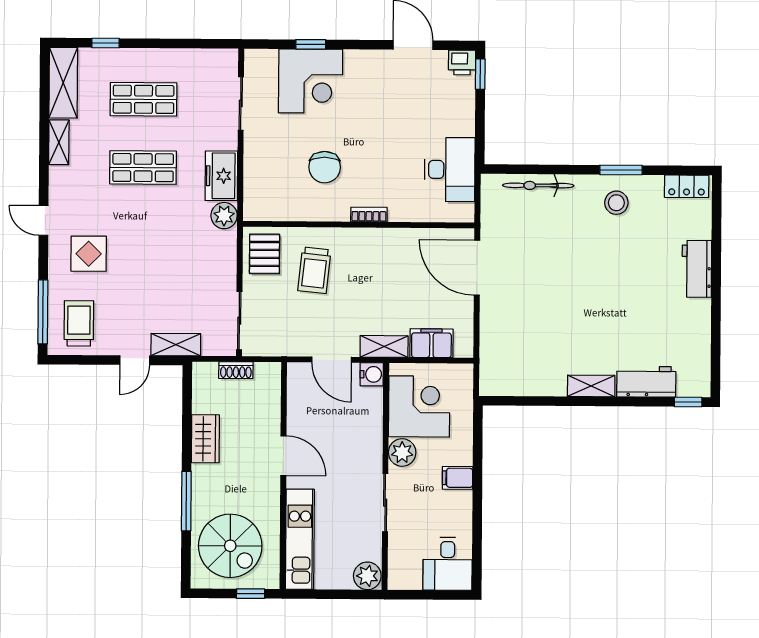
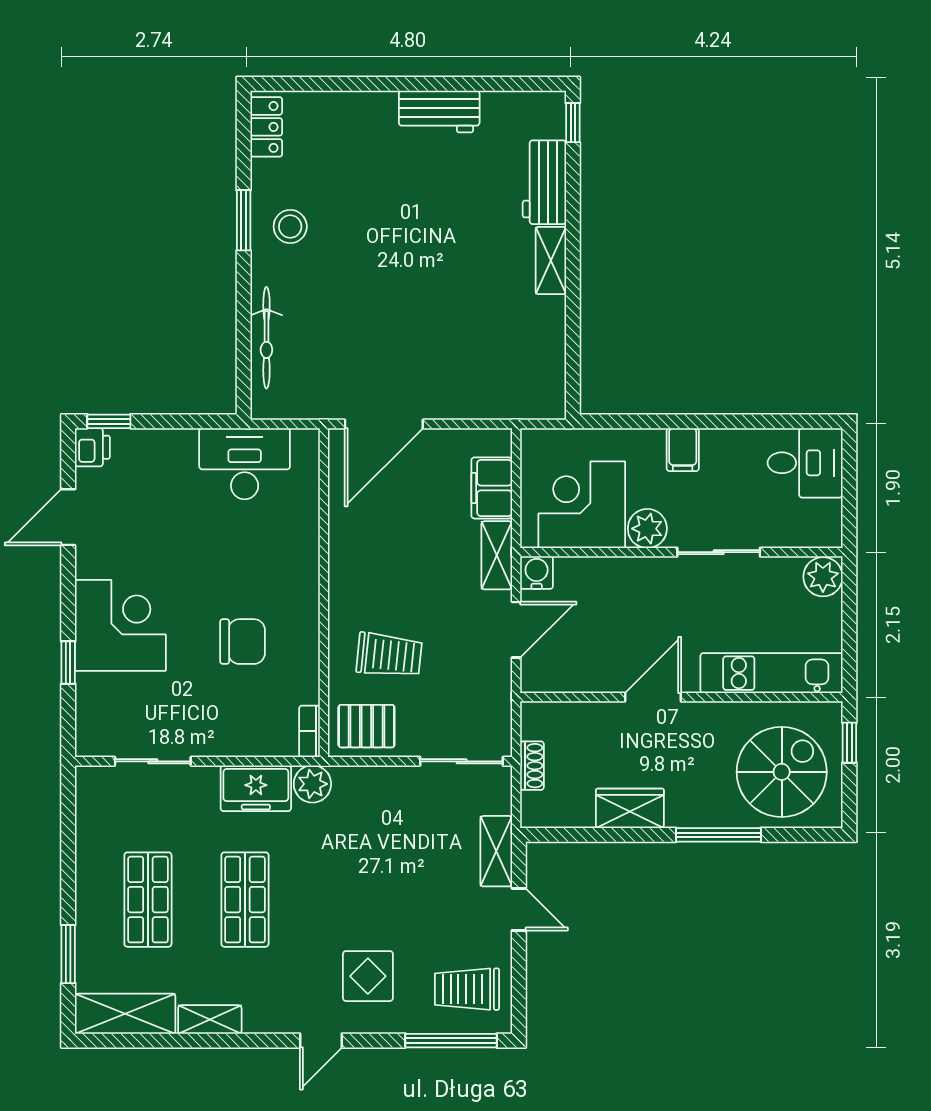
window: (106, 43) -> (68, 954), width x1.50
corner desk: (311, 81) -> (120, 625), moved
bookcase: (369, 215) -> (309, 731), moved
workbench: (697, 269) -> (439, 112), moved

